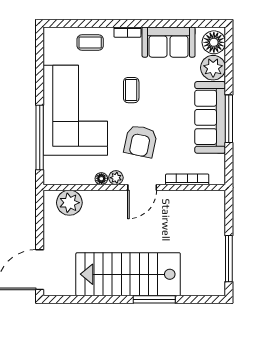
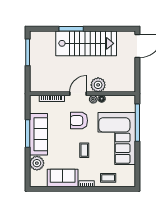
floor lamp: (214, 42) -> (36, 178), removed
armchair: (140, 141) -> (79, 121), turned -102
plant: (69, 203) -> (98, 85), moved

